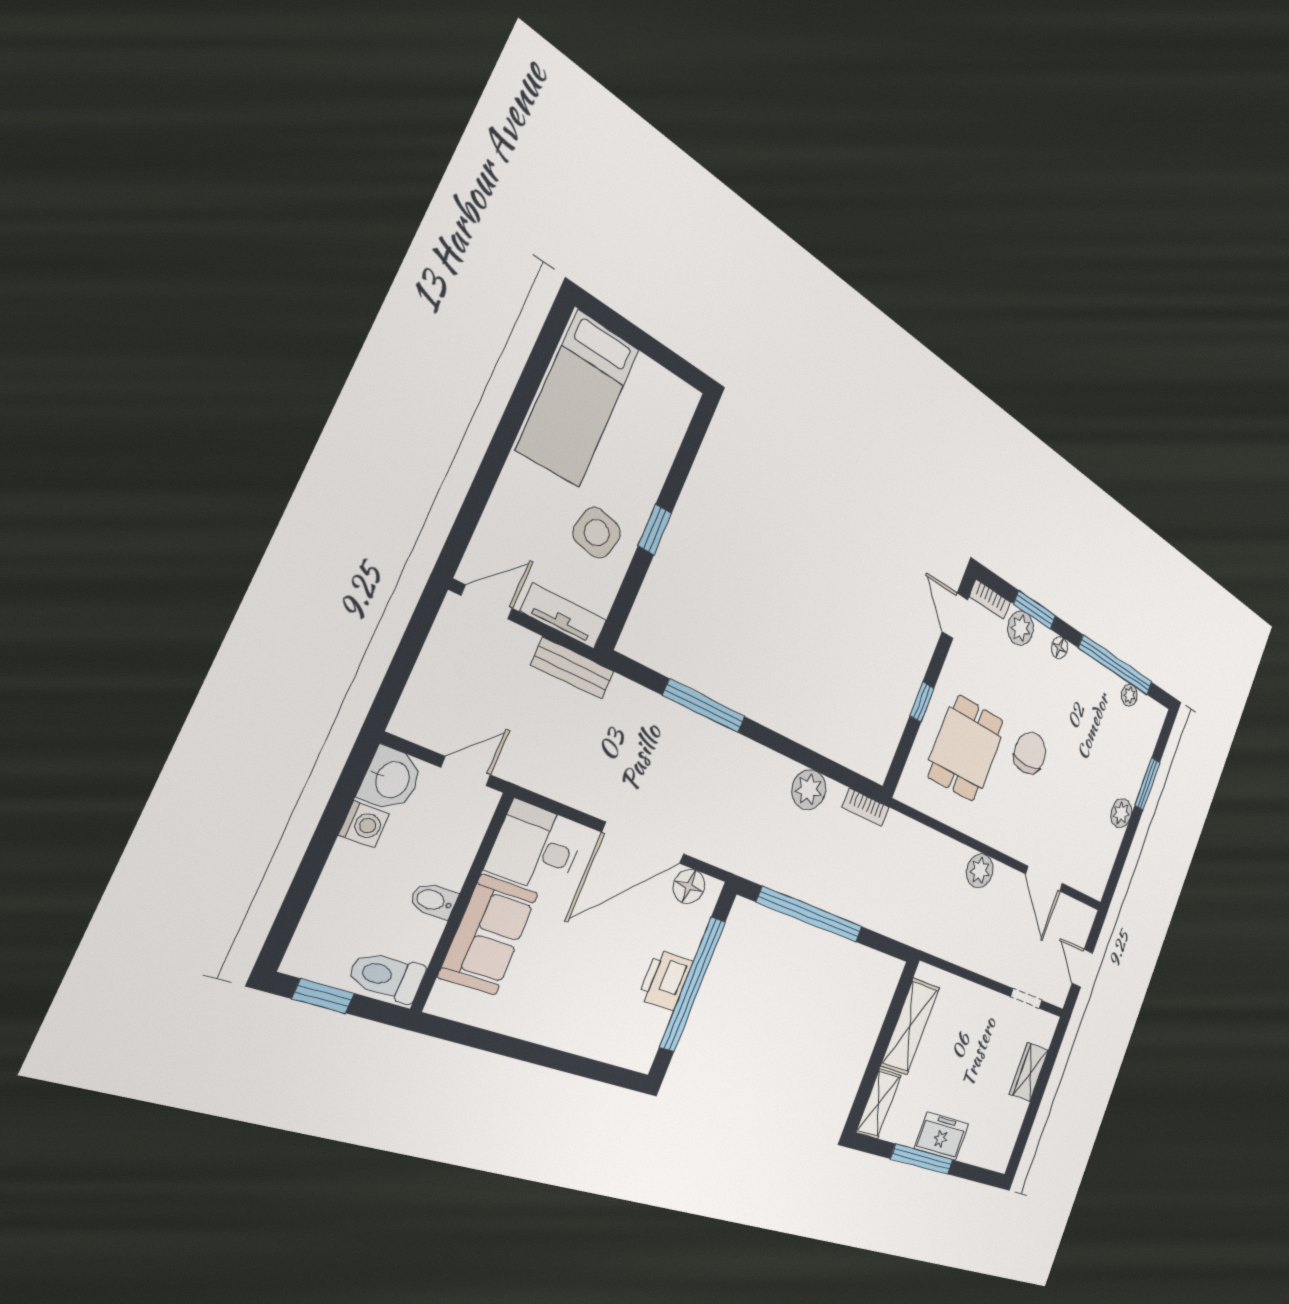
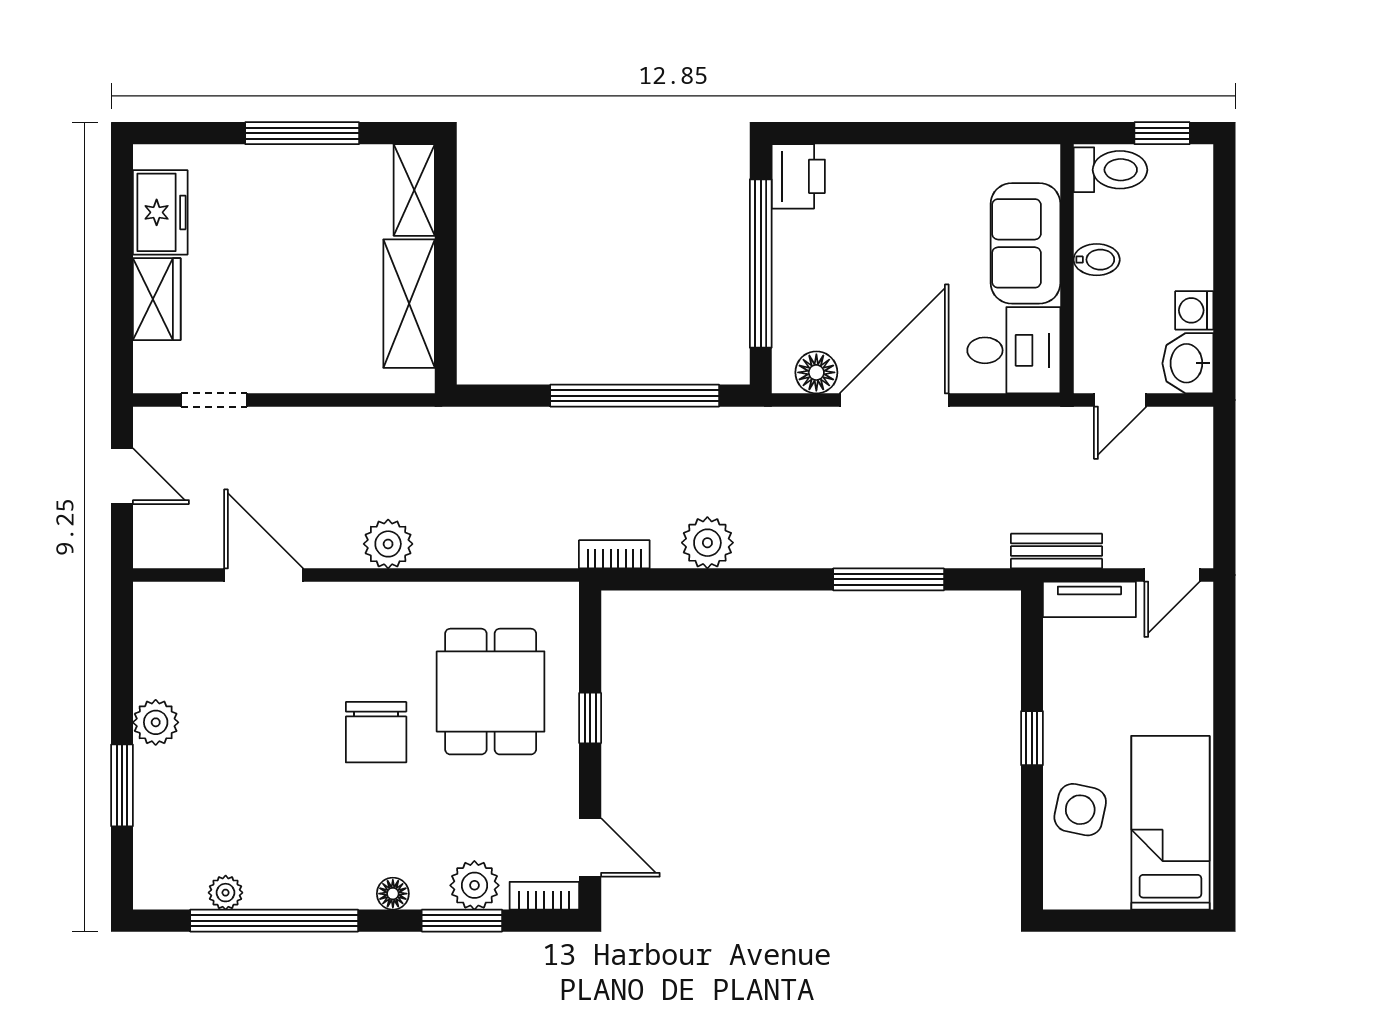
side table: (597, 533) -> (1080, 810), moved
printer: (665, 980) -> (798, 176), moved
freezer: (941, 1136) -> (160, 212), moved, turned -90

